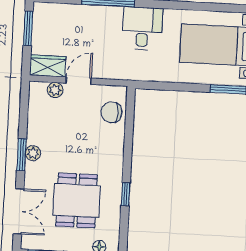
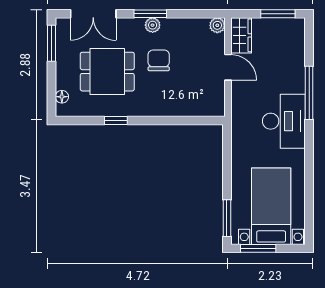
desk: (142, 28) -> (284, 121), width x1.37
plant: (55, 90) -> (217, 25), moved
chair: (111, 112) -> (159, 60), moved

